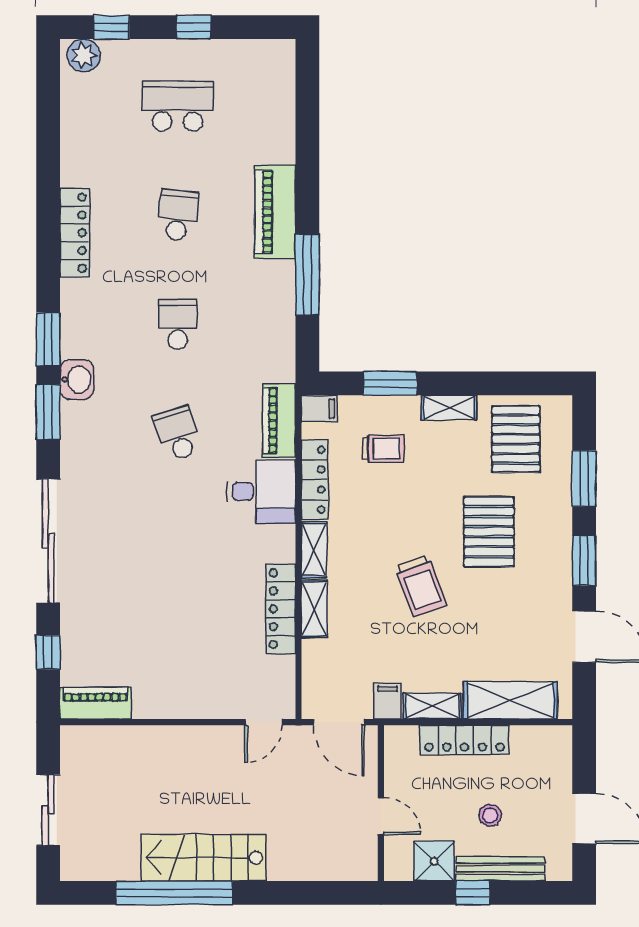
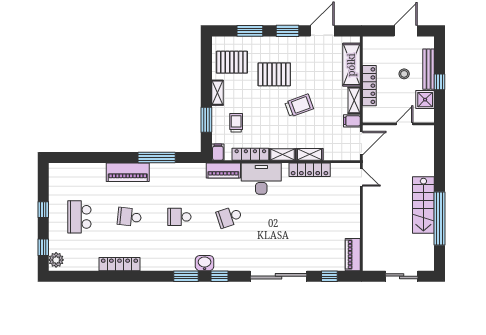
locker: (75, 233) -> (119, 264), moved
window: (48, 412) -> (220, 276), width x0.67
desk: (261, 492) -> (261, 179), width x1.37

